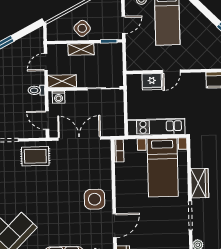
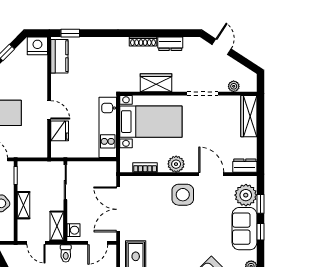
bookcase: (119, 151) -> (145, 167), moved
wardrobe: (200, 183) -> (156, 83), moved
plant: (123, 192) -> (176, 164), added

